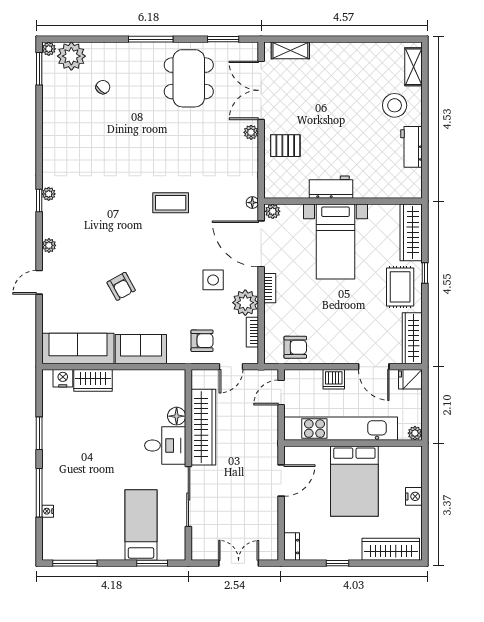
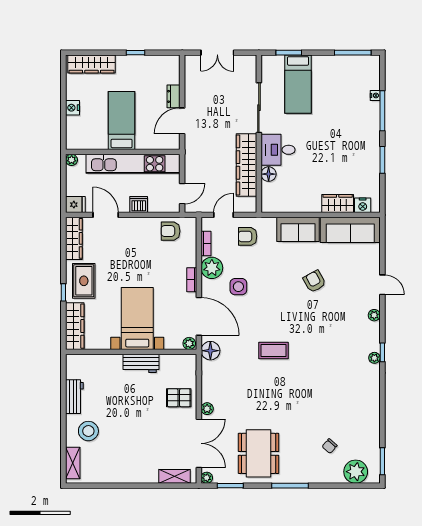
plant: (49, 49) -> (207, 478), moved
floor lamp: (252, 203) -> (210, 351), width x1.89, depth x1.89
door: (39, 282) -> (382, 285), hinge flipped
bed: (354, 481) -> (122, 120), width x0.67
dresser: (292, 547) -> (174, 96), moved

